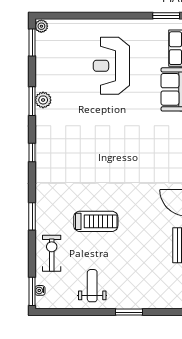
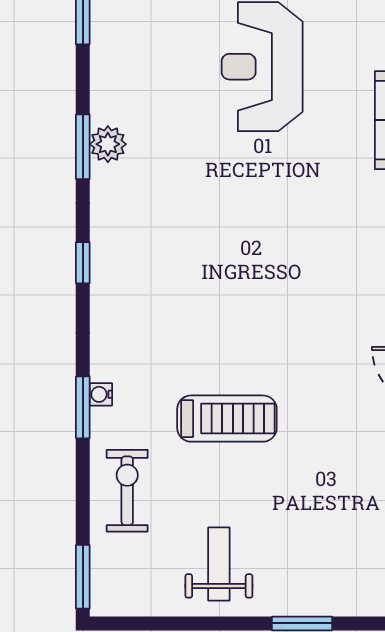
water cooler: (40, 290) -> (101, 394), moved

